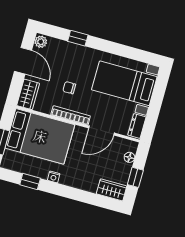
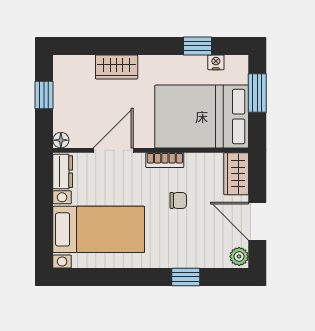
bookcase: (71, 115) -> (165, 160), width x0.64
floor lamp: (129, 157) -> (61, 140), moved
nightstand: (54, 177) -> (216, 62), moved
wardrobe: (112, 190) -> (117, 67), moved

